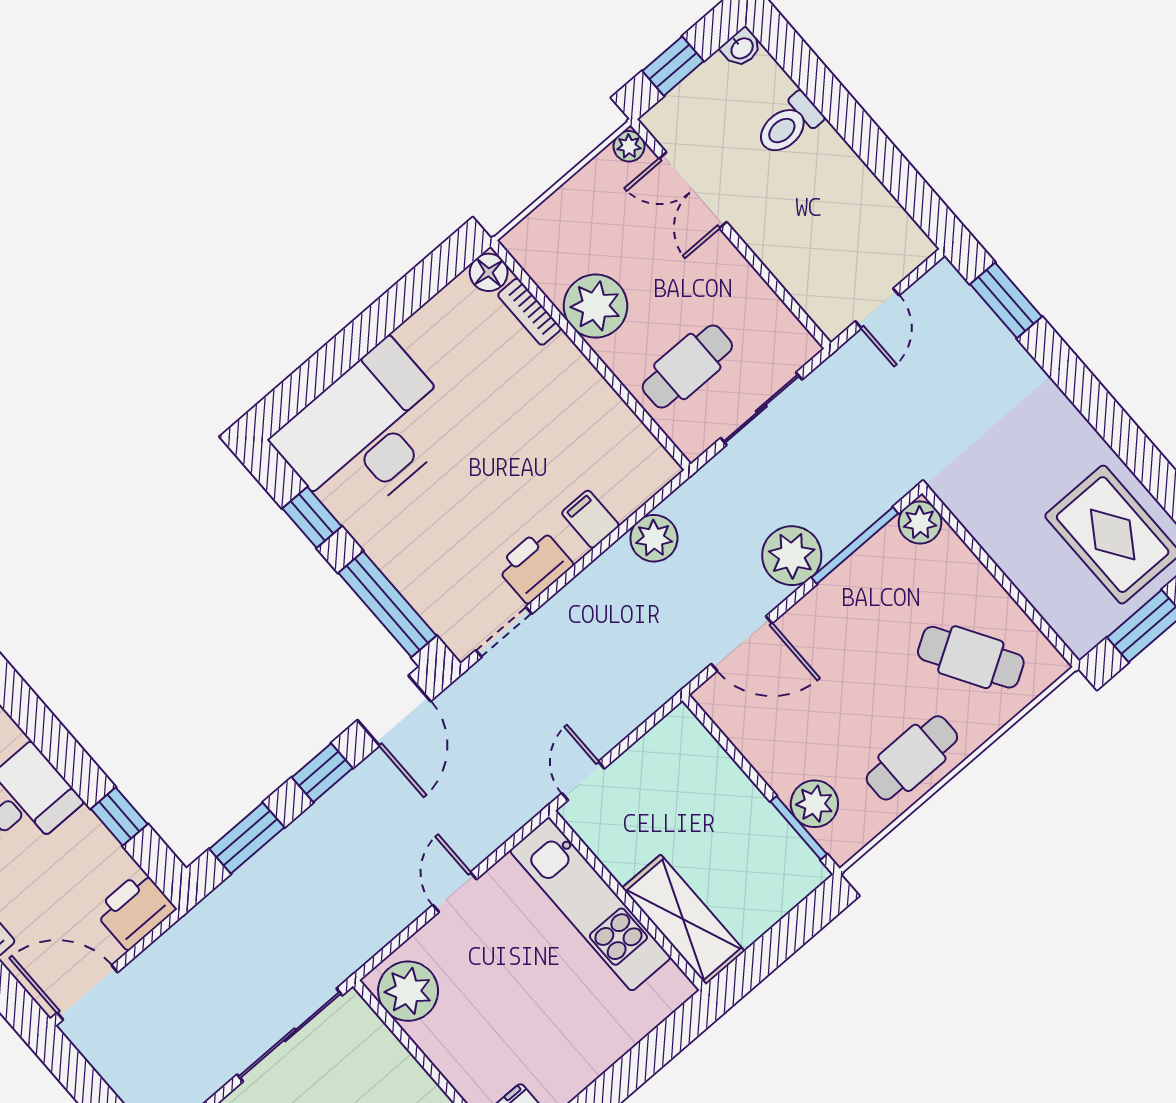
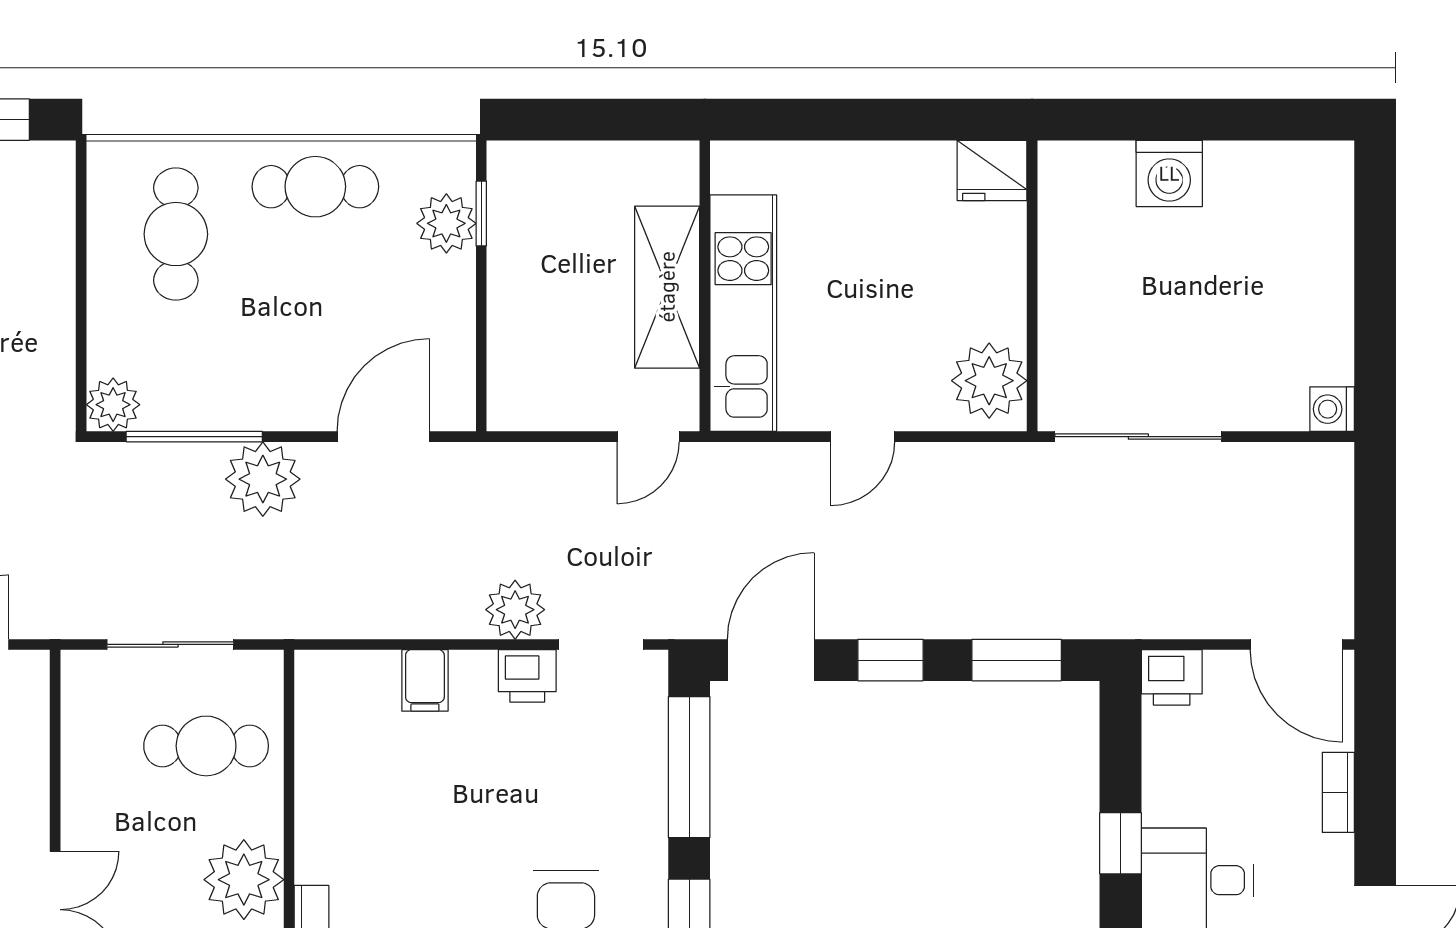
plant: (654, 538) -> (515, 610), moved
printer: (534, 566) -> (527, 676), width x0.73, depth x0.81
door: (742, 644) -> (383, 437), hinge flipped
cafe table: (971, 657) -> (176, 234), turned 31
window: (119, 816) -> (1120, 843), moved
window: (799, 828) -> (481, 214), width x0.67
printer: (135, 910) -> (1172, 677), width x0.73, depth x0.81
shelving: (683, 919) -> (667, 287), moved

